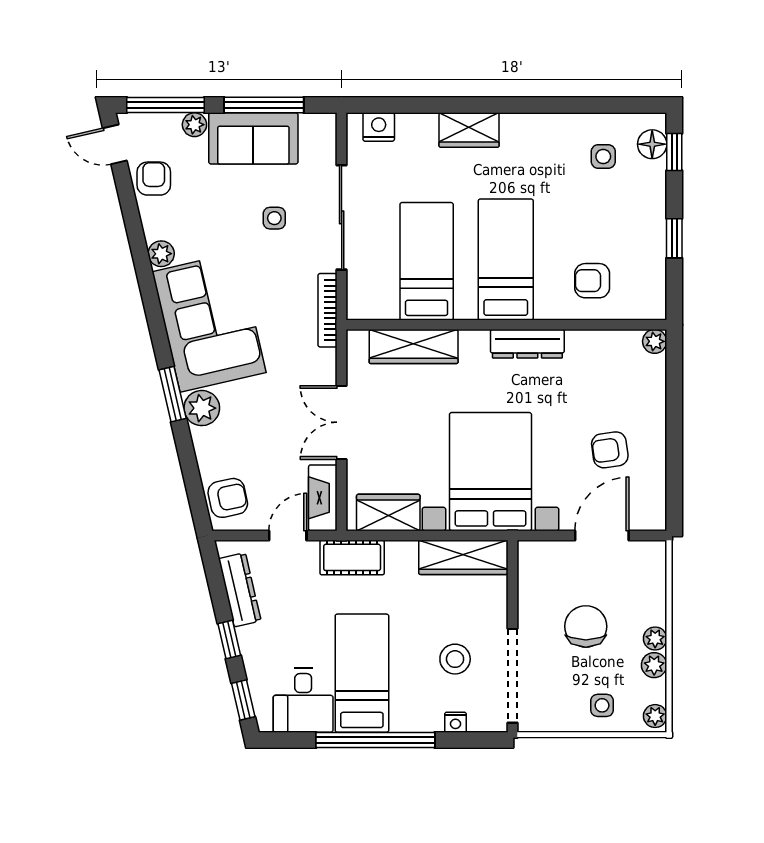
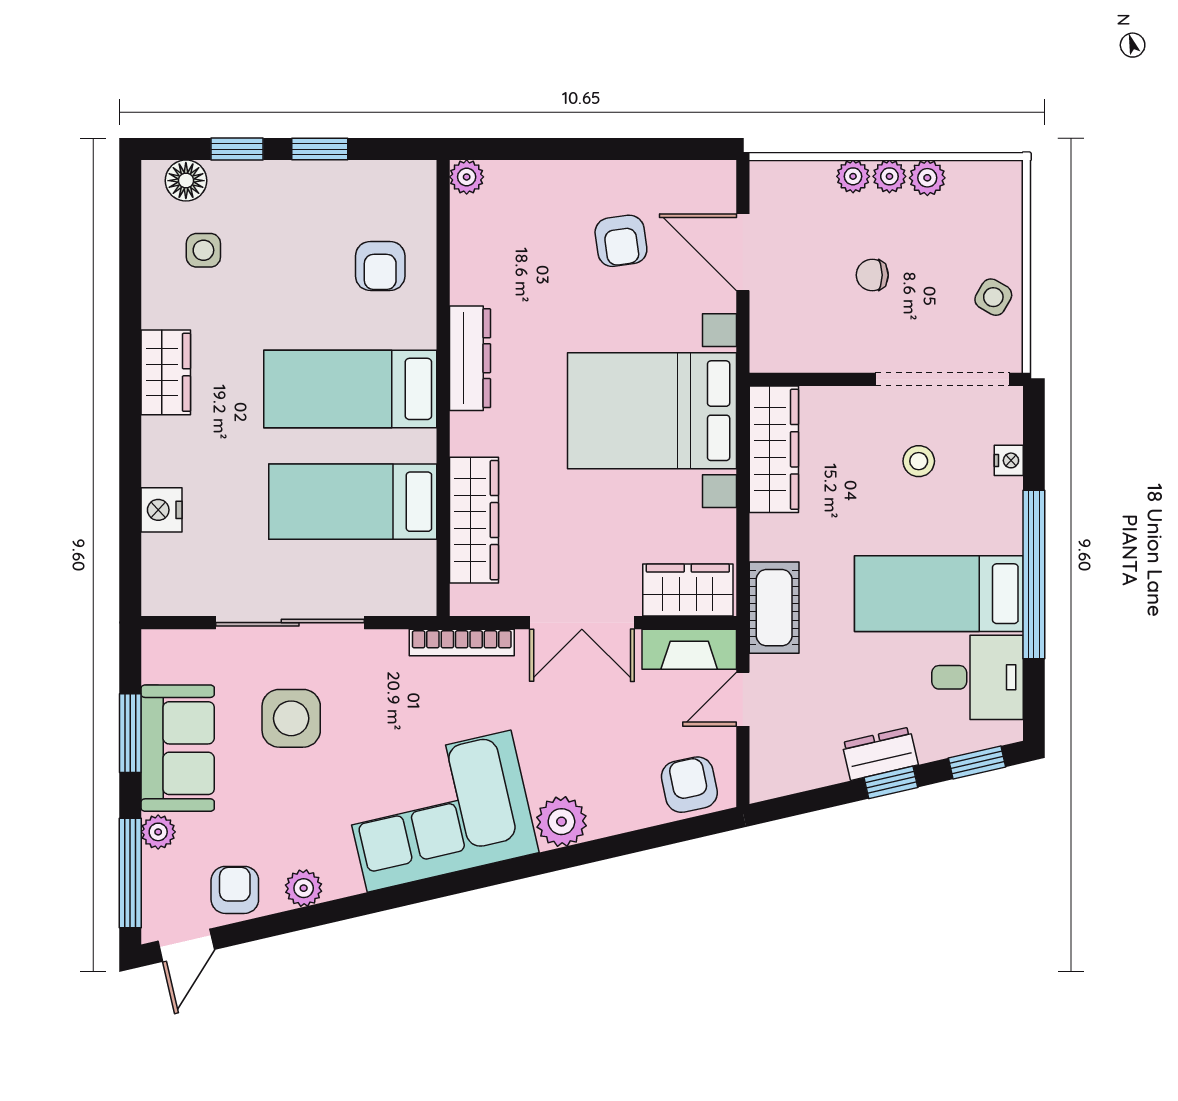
window: (264, 105) -> (130, 733), width x0.69
nightstand: (379, 127) -> (161, 510), moved
wardrobe: (469, 130) -> (166, 372), moved
window: (674, 152) -> (237, 149), moved
armchair: (154, 179) -> (235, 890), turned 90
side table: (274, 218) -> (291, 718), width x1.87, depth x1.87
plant: (161, 254) -> (304, 888), moved
bookcase: (328, 310) -> (462, 643), moved
window: (173, 394) -> (542, 863), removed
wardrobe: (388, 513) -> (688, 590), moved, turned 90
door: (288, 535) -> (743, 699), hinge flipped
dresser: (240, 590) -> (880, 754), moved, width x0.70
chair: (586, 626) -> (872, 275), width x0.54, depth x0.54
stool: (455, 659) -> (919, 461), width x0.73, depth x0.73
side table: (602, 705) -> (993, 297), moved, turned 30
plant: (655, 716) -> (853, 176), moved

